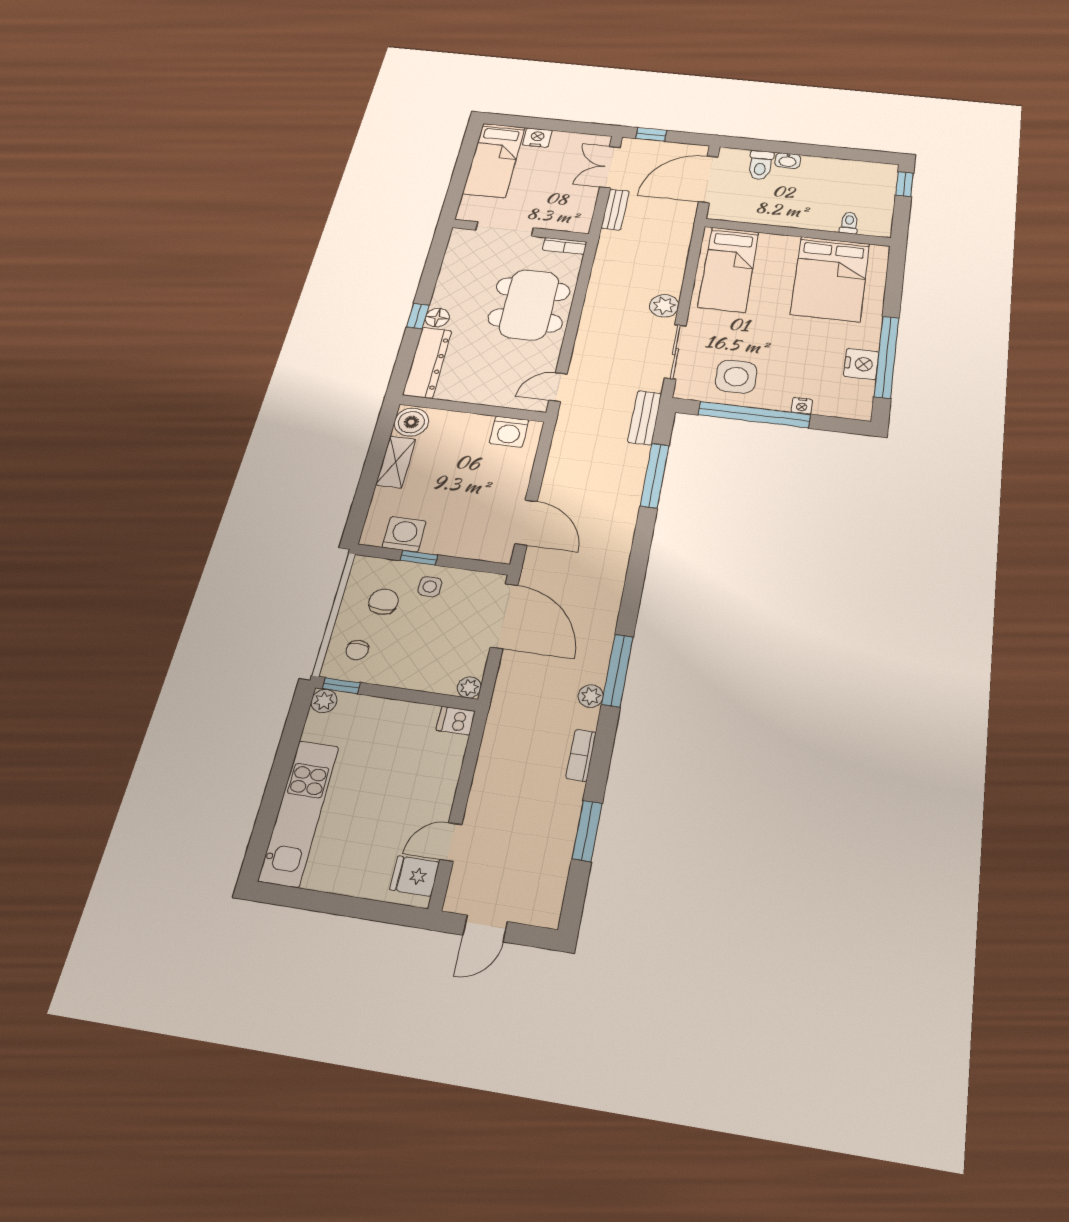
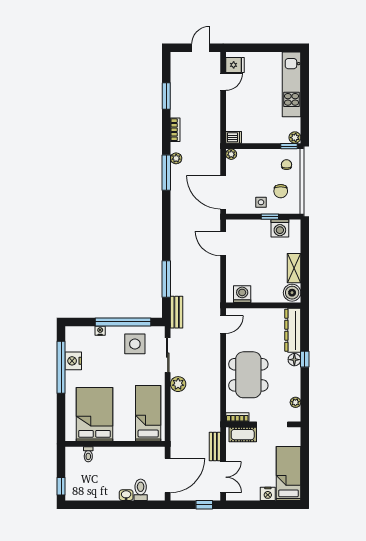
cot: (561, 221) -> (243, 435), added
plant: (454, 255) -> (295, 402), added

